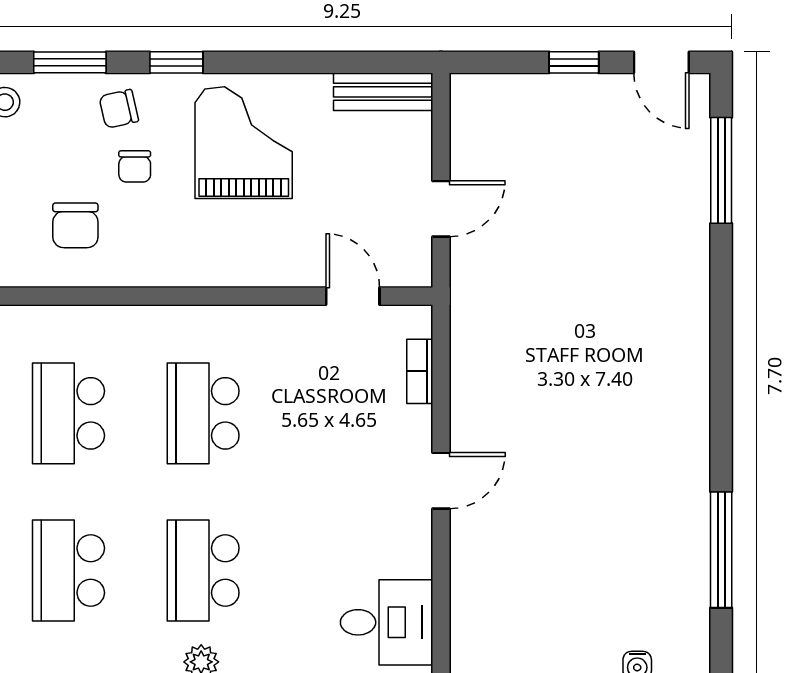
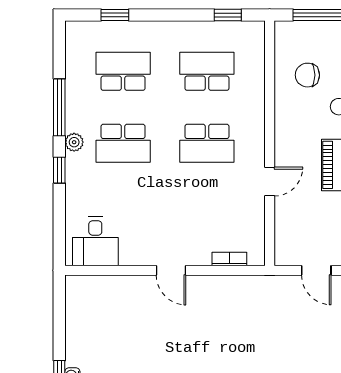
door: (353, 296) -> (270, 182), moved
school desk: (203, 413) -> (207, 143), turned 180
school desk: (203, 570) -> (123, 143), turned 180

